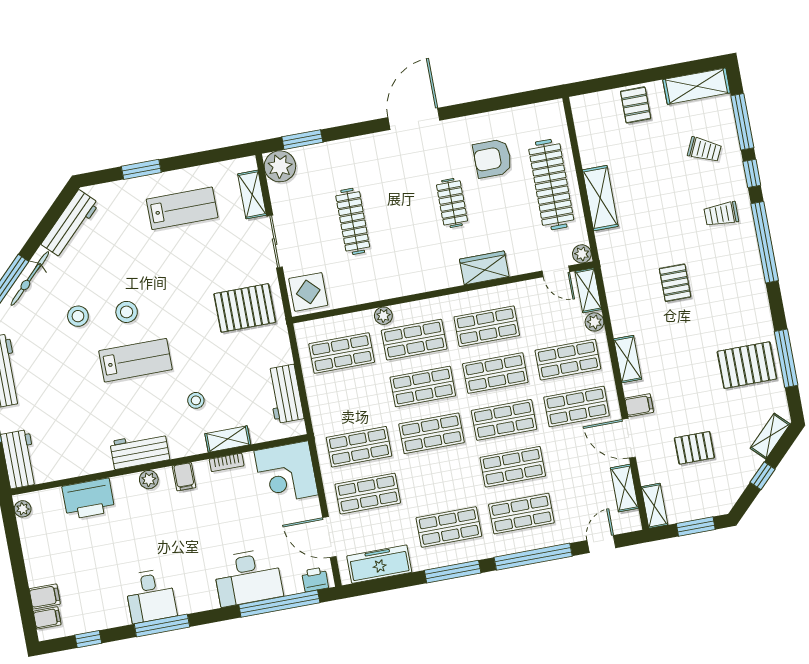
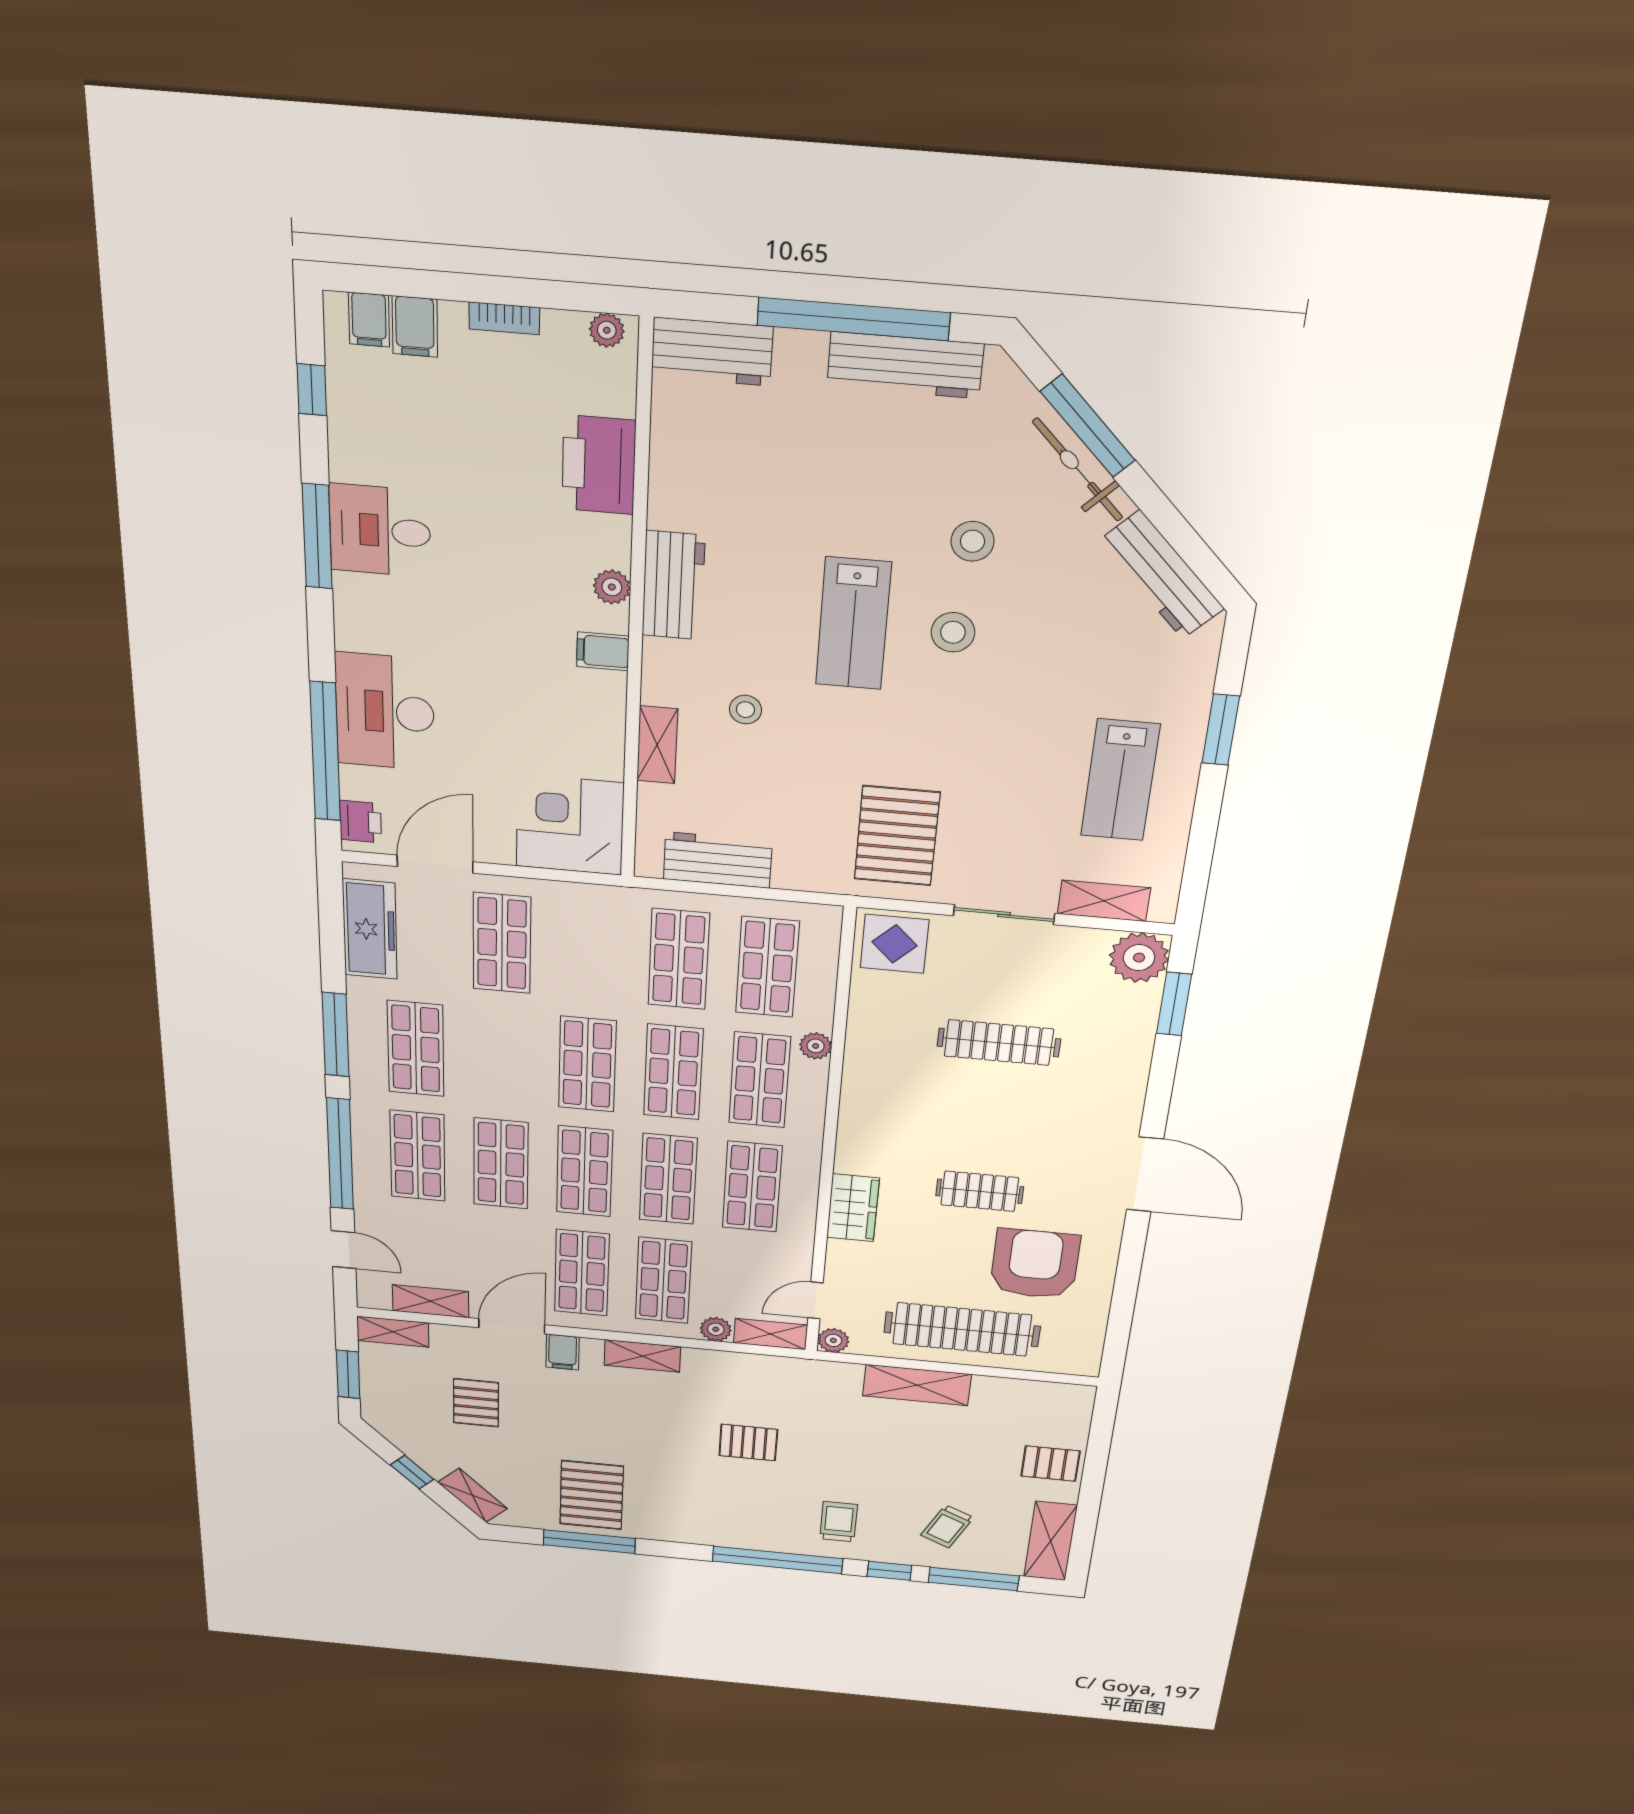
armchair: (492, 158) -> (1035, 1264), width x1.36, depth x1.36
shop shelf: (359, 447) -> (679, 959), moved
bookcase: (227, 462) -> (504, 318), moved, turned -90

